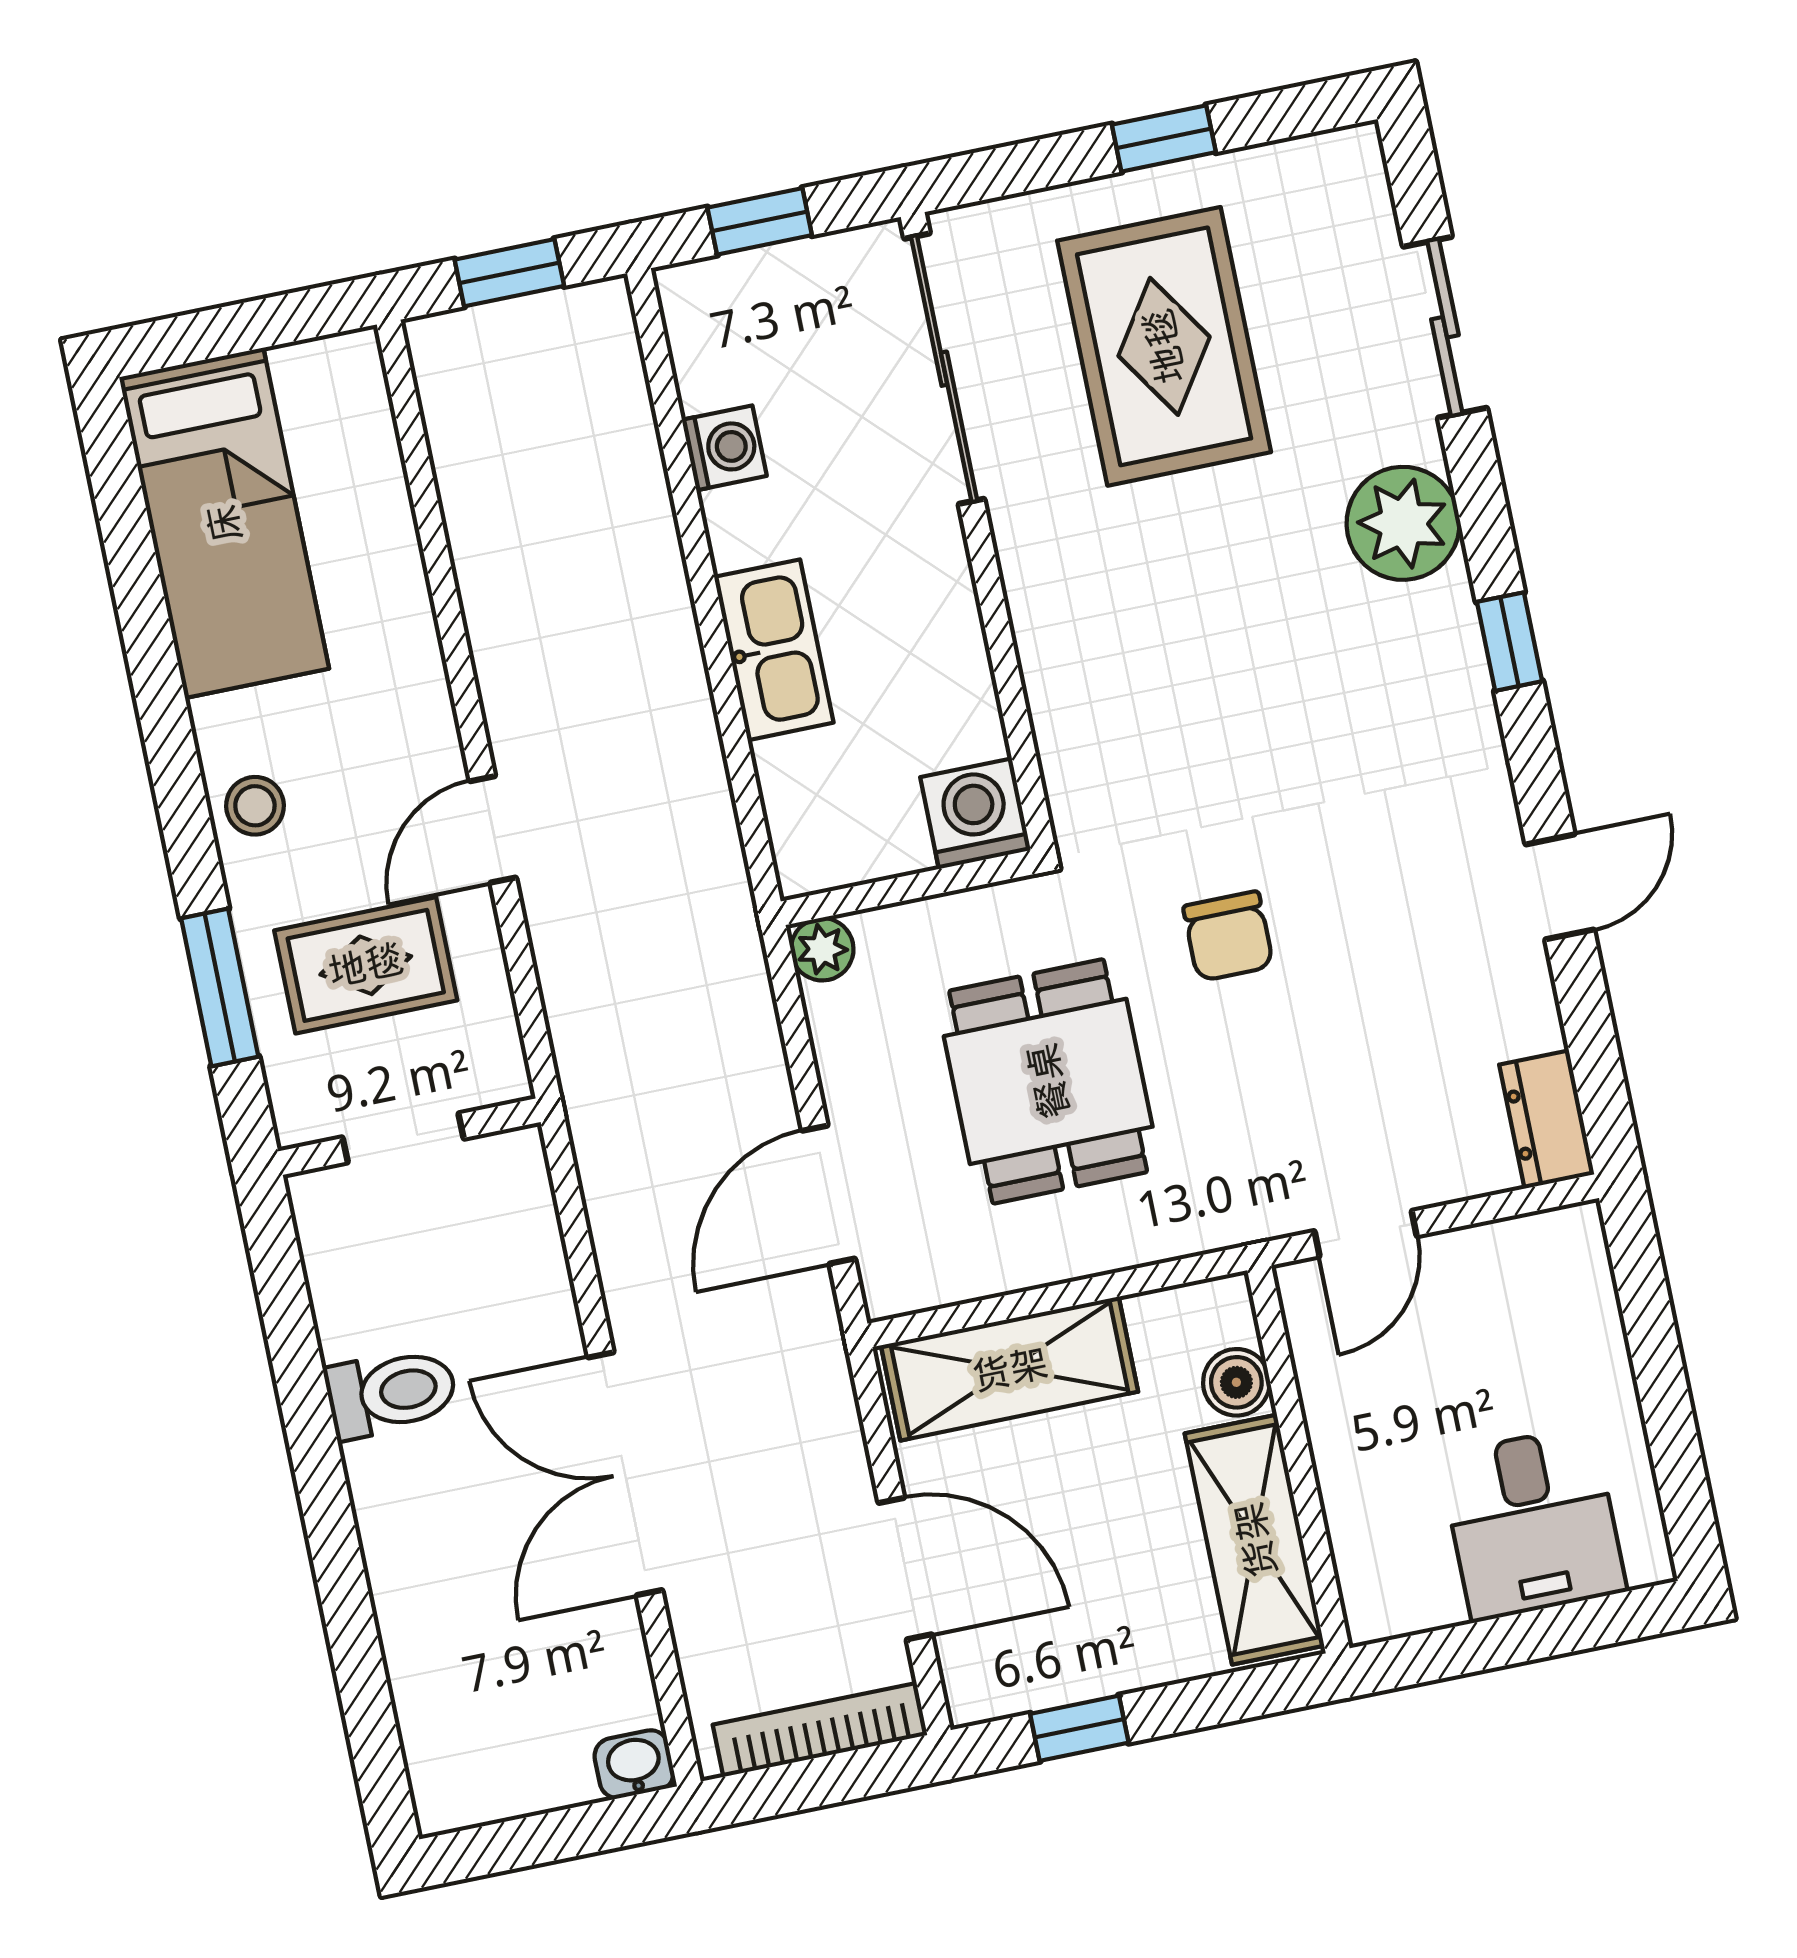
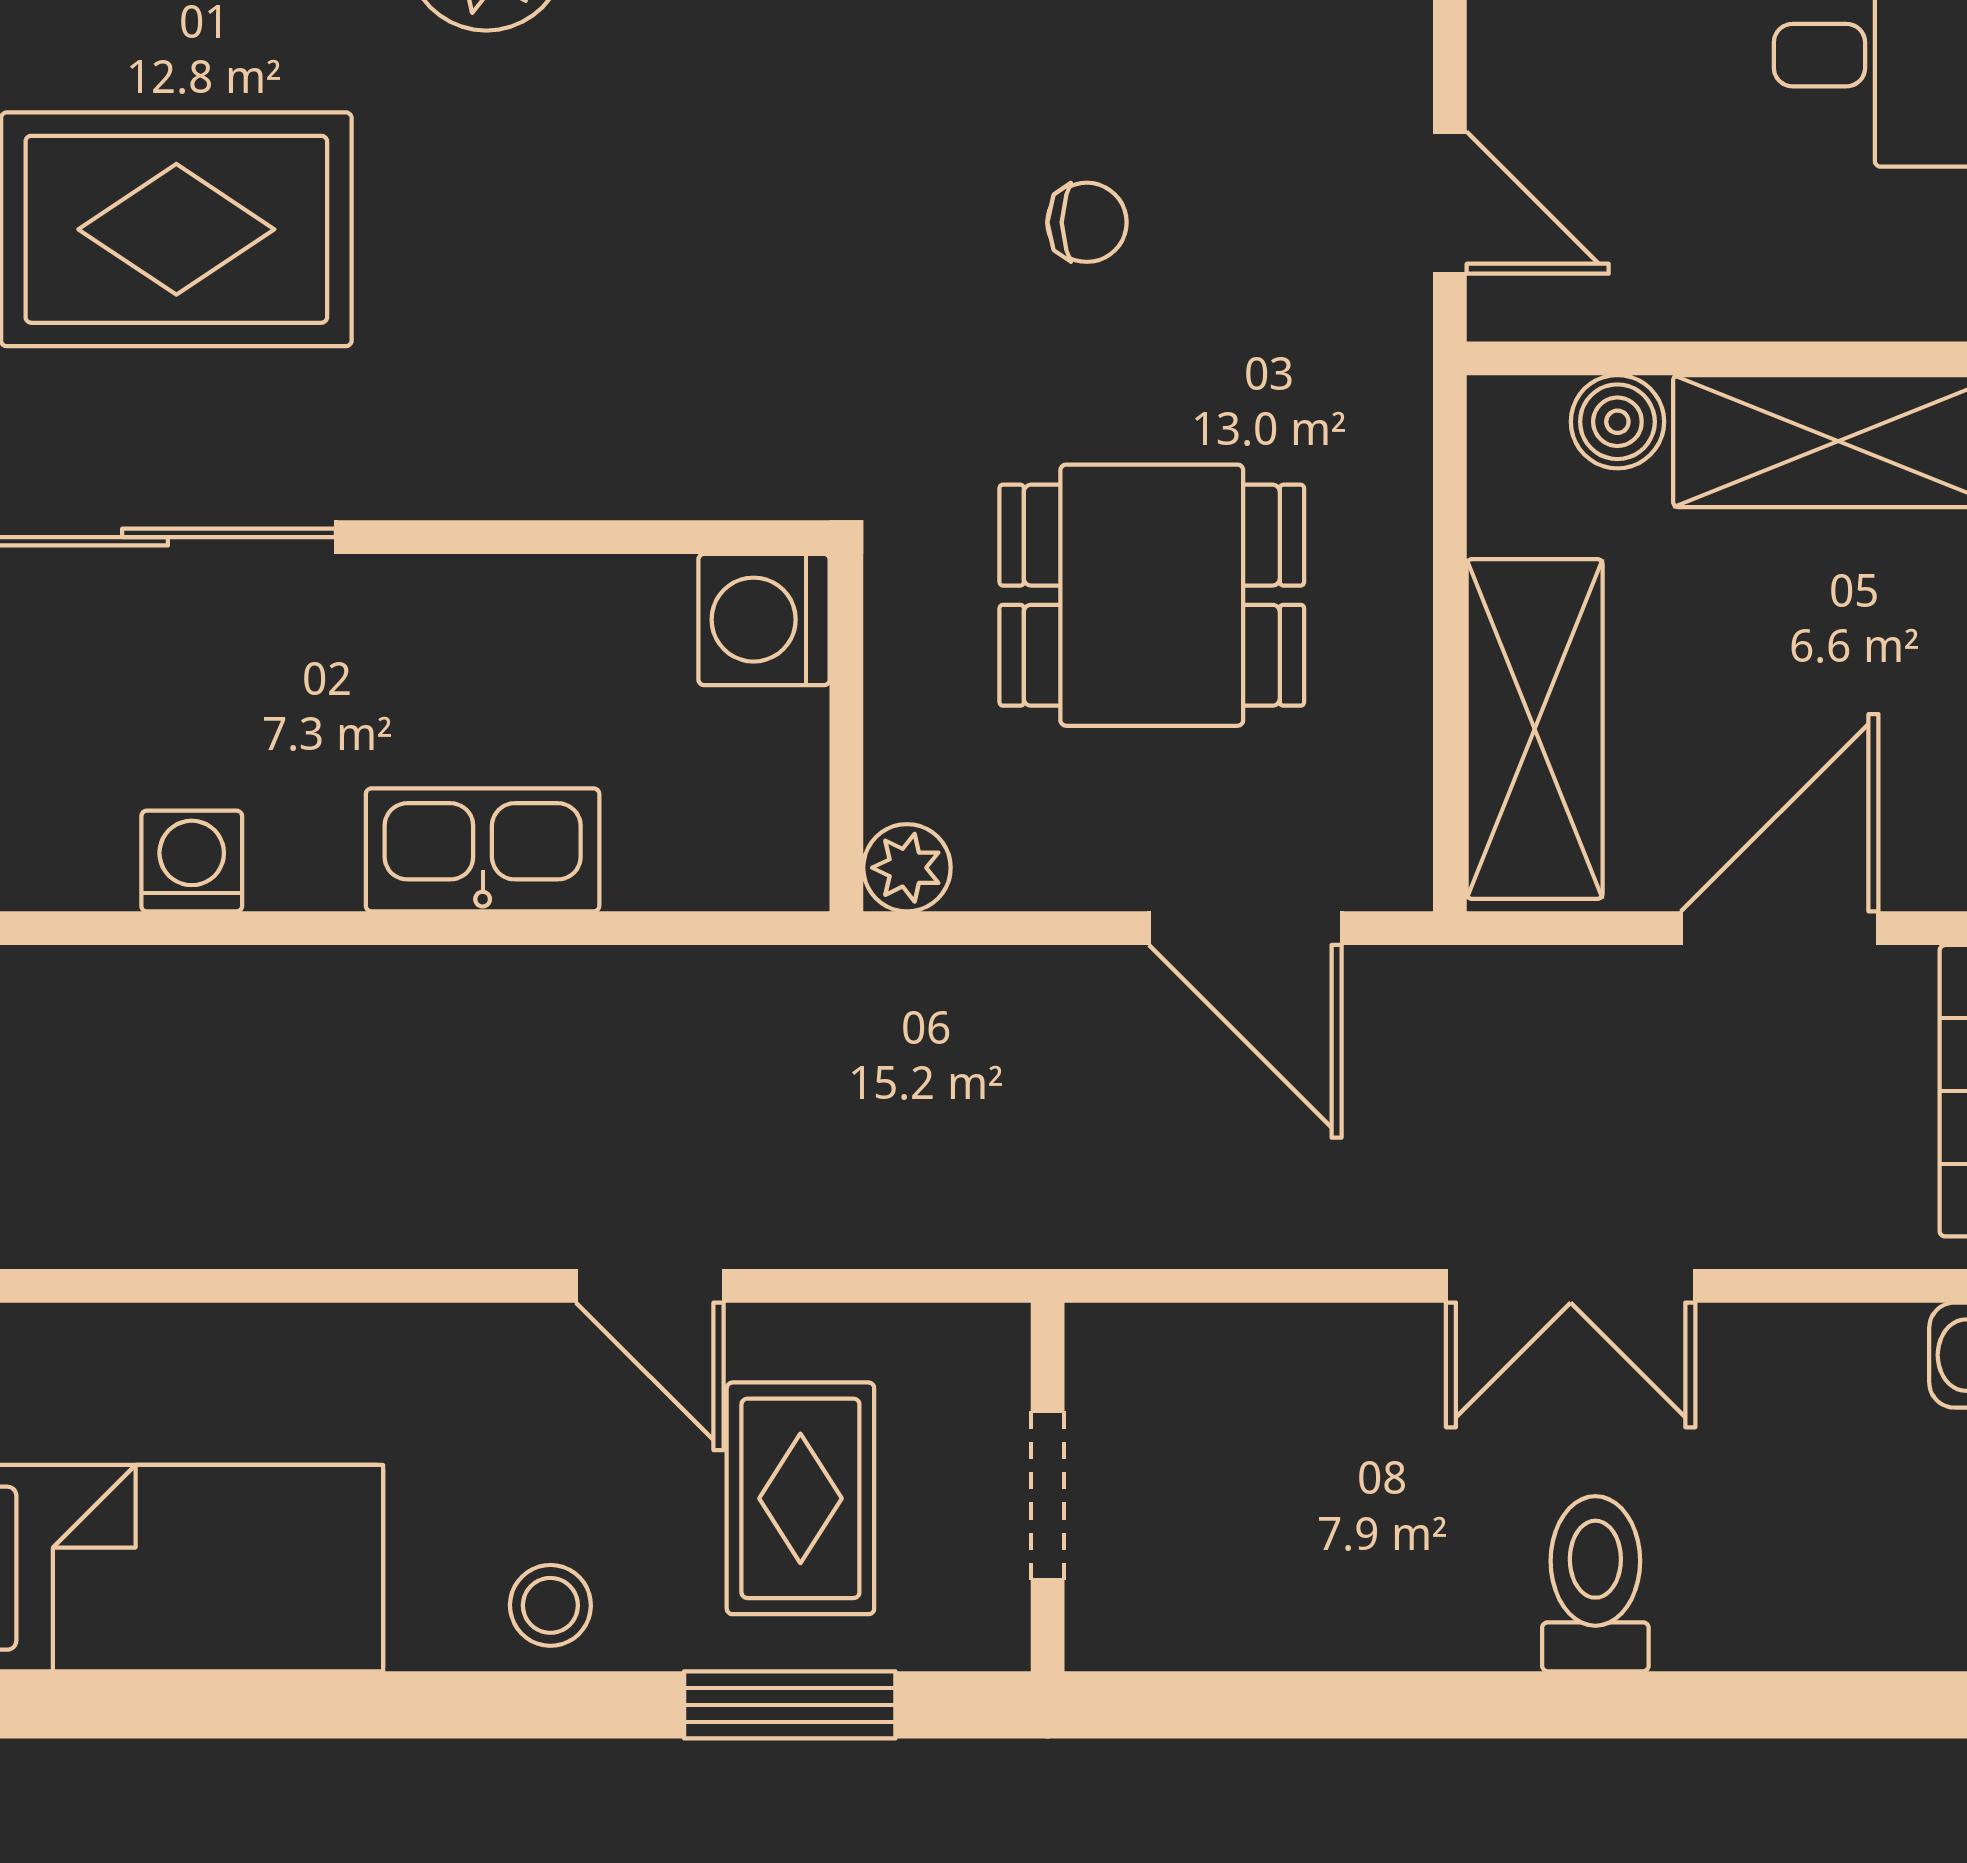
chair: (1228, 936) -> (1087, 222), moved, width x0.73, depth x0.73
toilet: (391, 1393) -> (1595, 1584), moved
double door: (625, 1474) -> (1571, 1286), width x0.73

